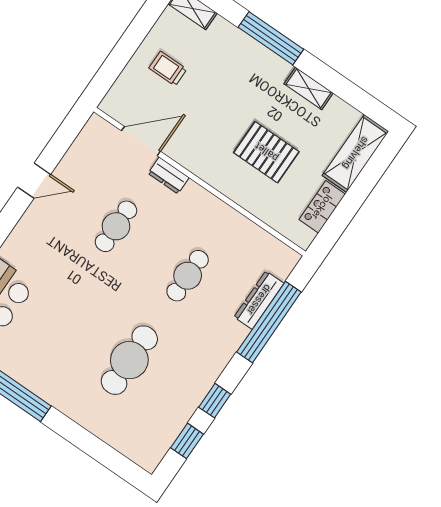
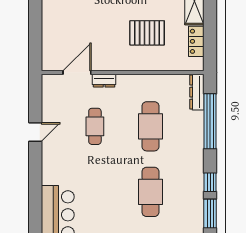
trolley: (168, 69) -> (65, 25), removed
cafe table: (188, 276) -> (150, 126), width x1.37, depth x1.35
dresser: (259, 300) -> (197, 92), moved
window: (187, 441) -> (210, 213), width x1.50

